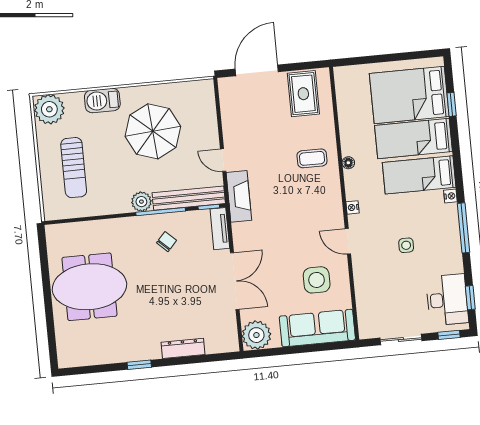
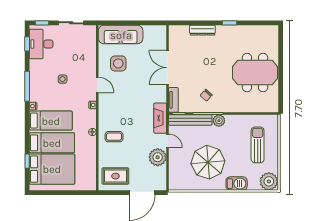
rug: (303, 94) -> (115, 176), turned 90
plant: (256, 335) -> (158, 157), moved

